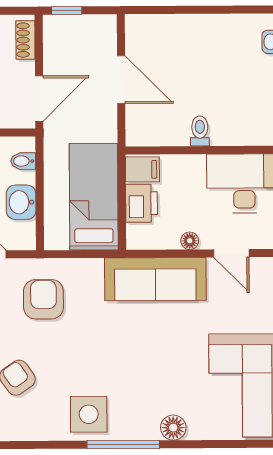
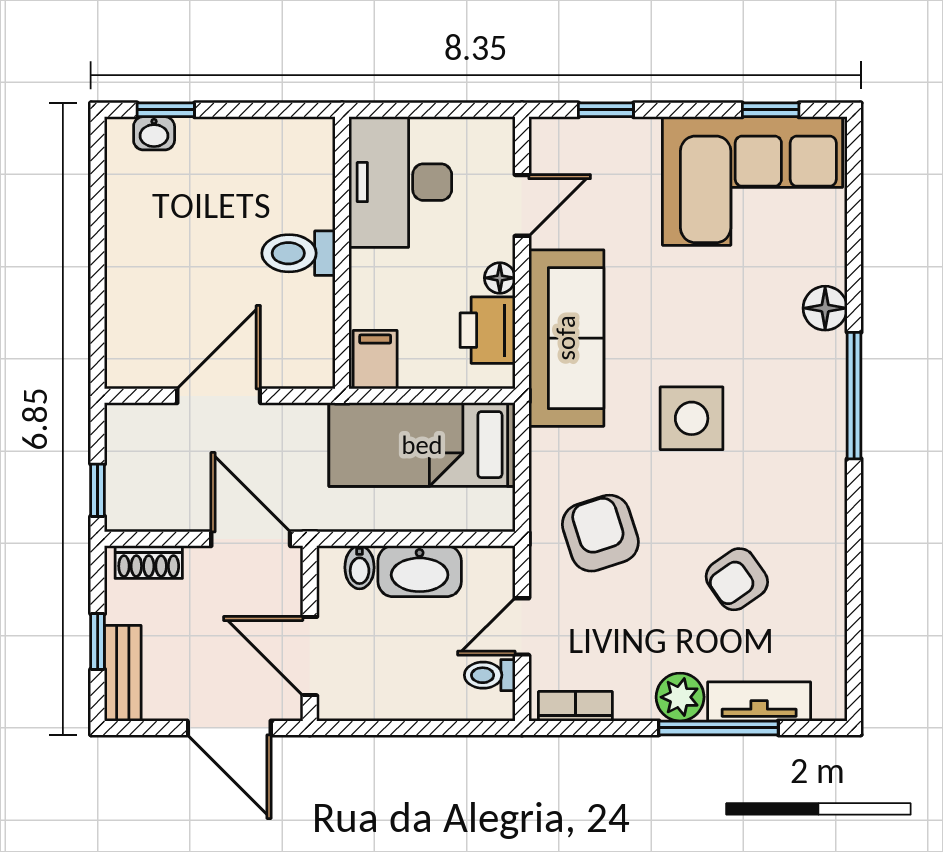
toilet: (200, 131) -> (299, 253), width x1.37, depth x1.39
washbasin: (21, 202) -> (420, 571), width x1.38
printer: (142, 203) -> (488, 330), moved, turned -90
armchair: (43, 299) -> (600, 533), turned 72
side table: (89, 414) -> (692, 418), moved

